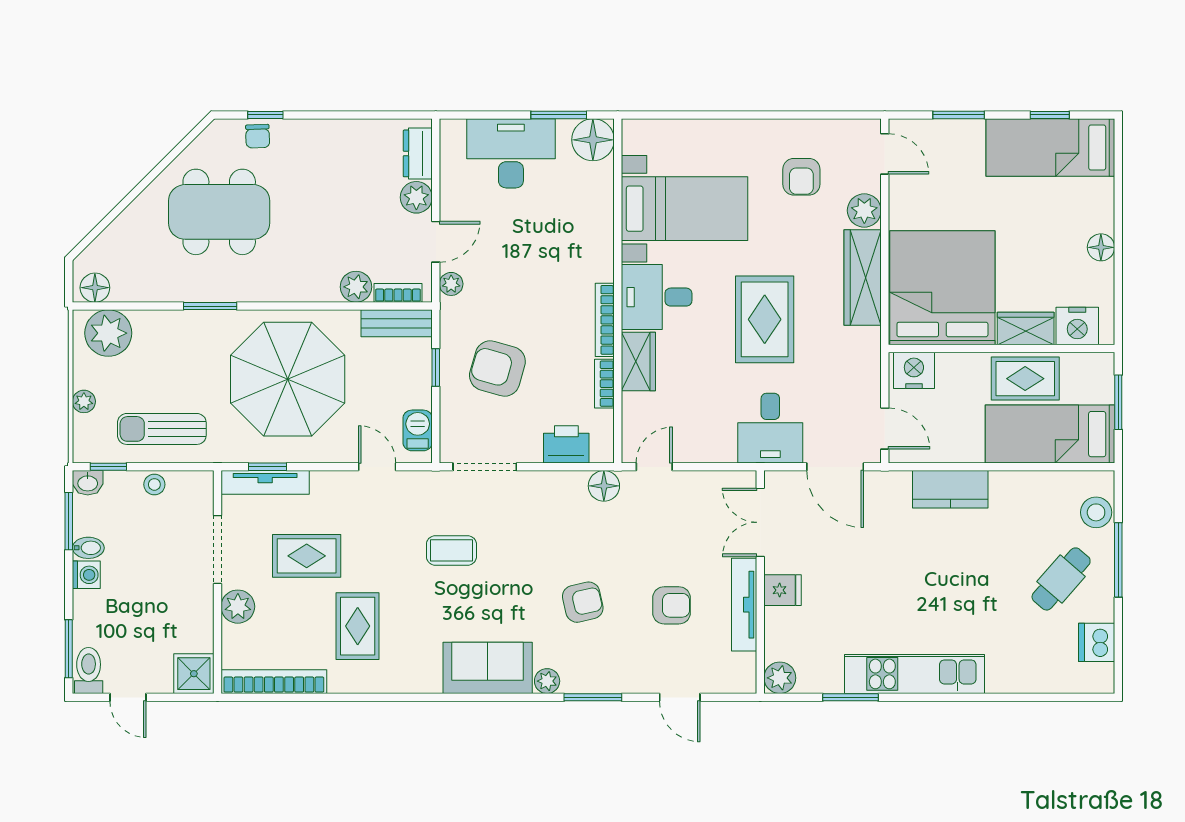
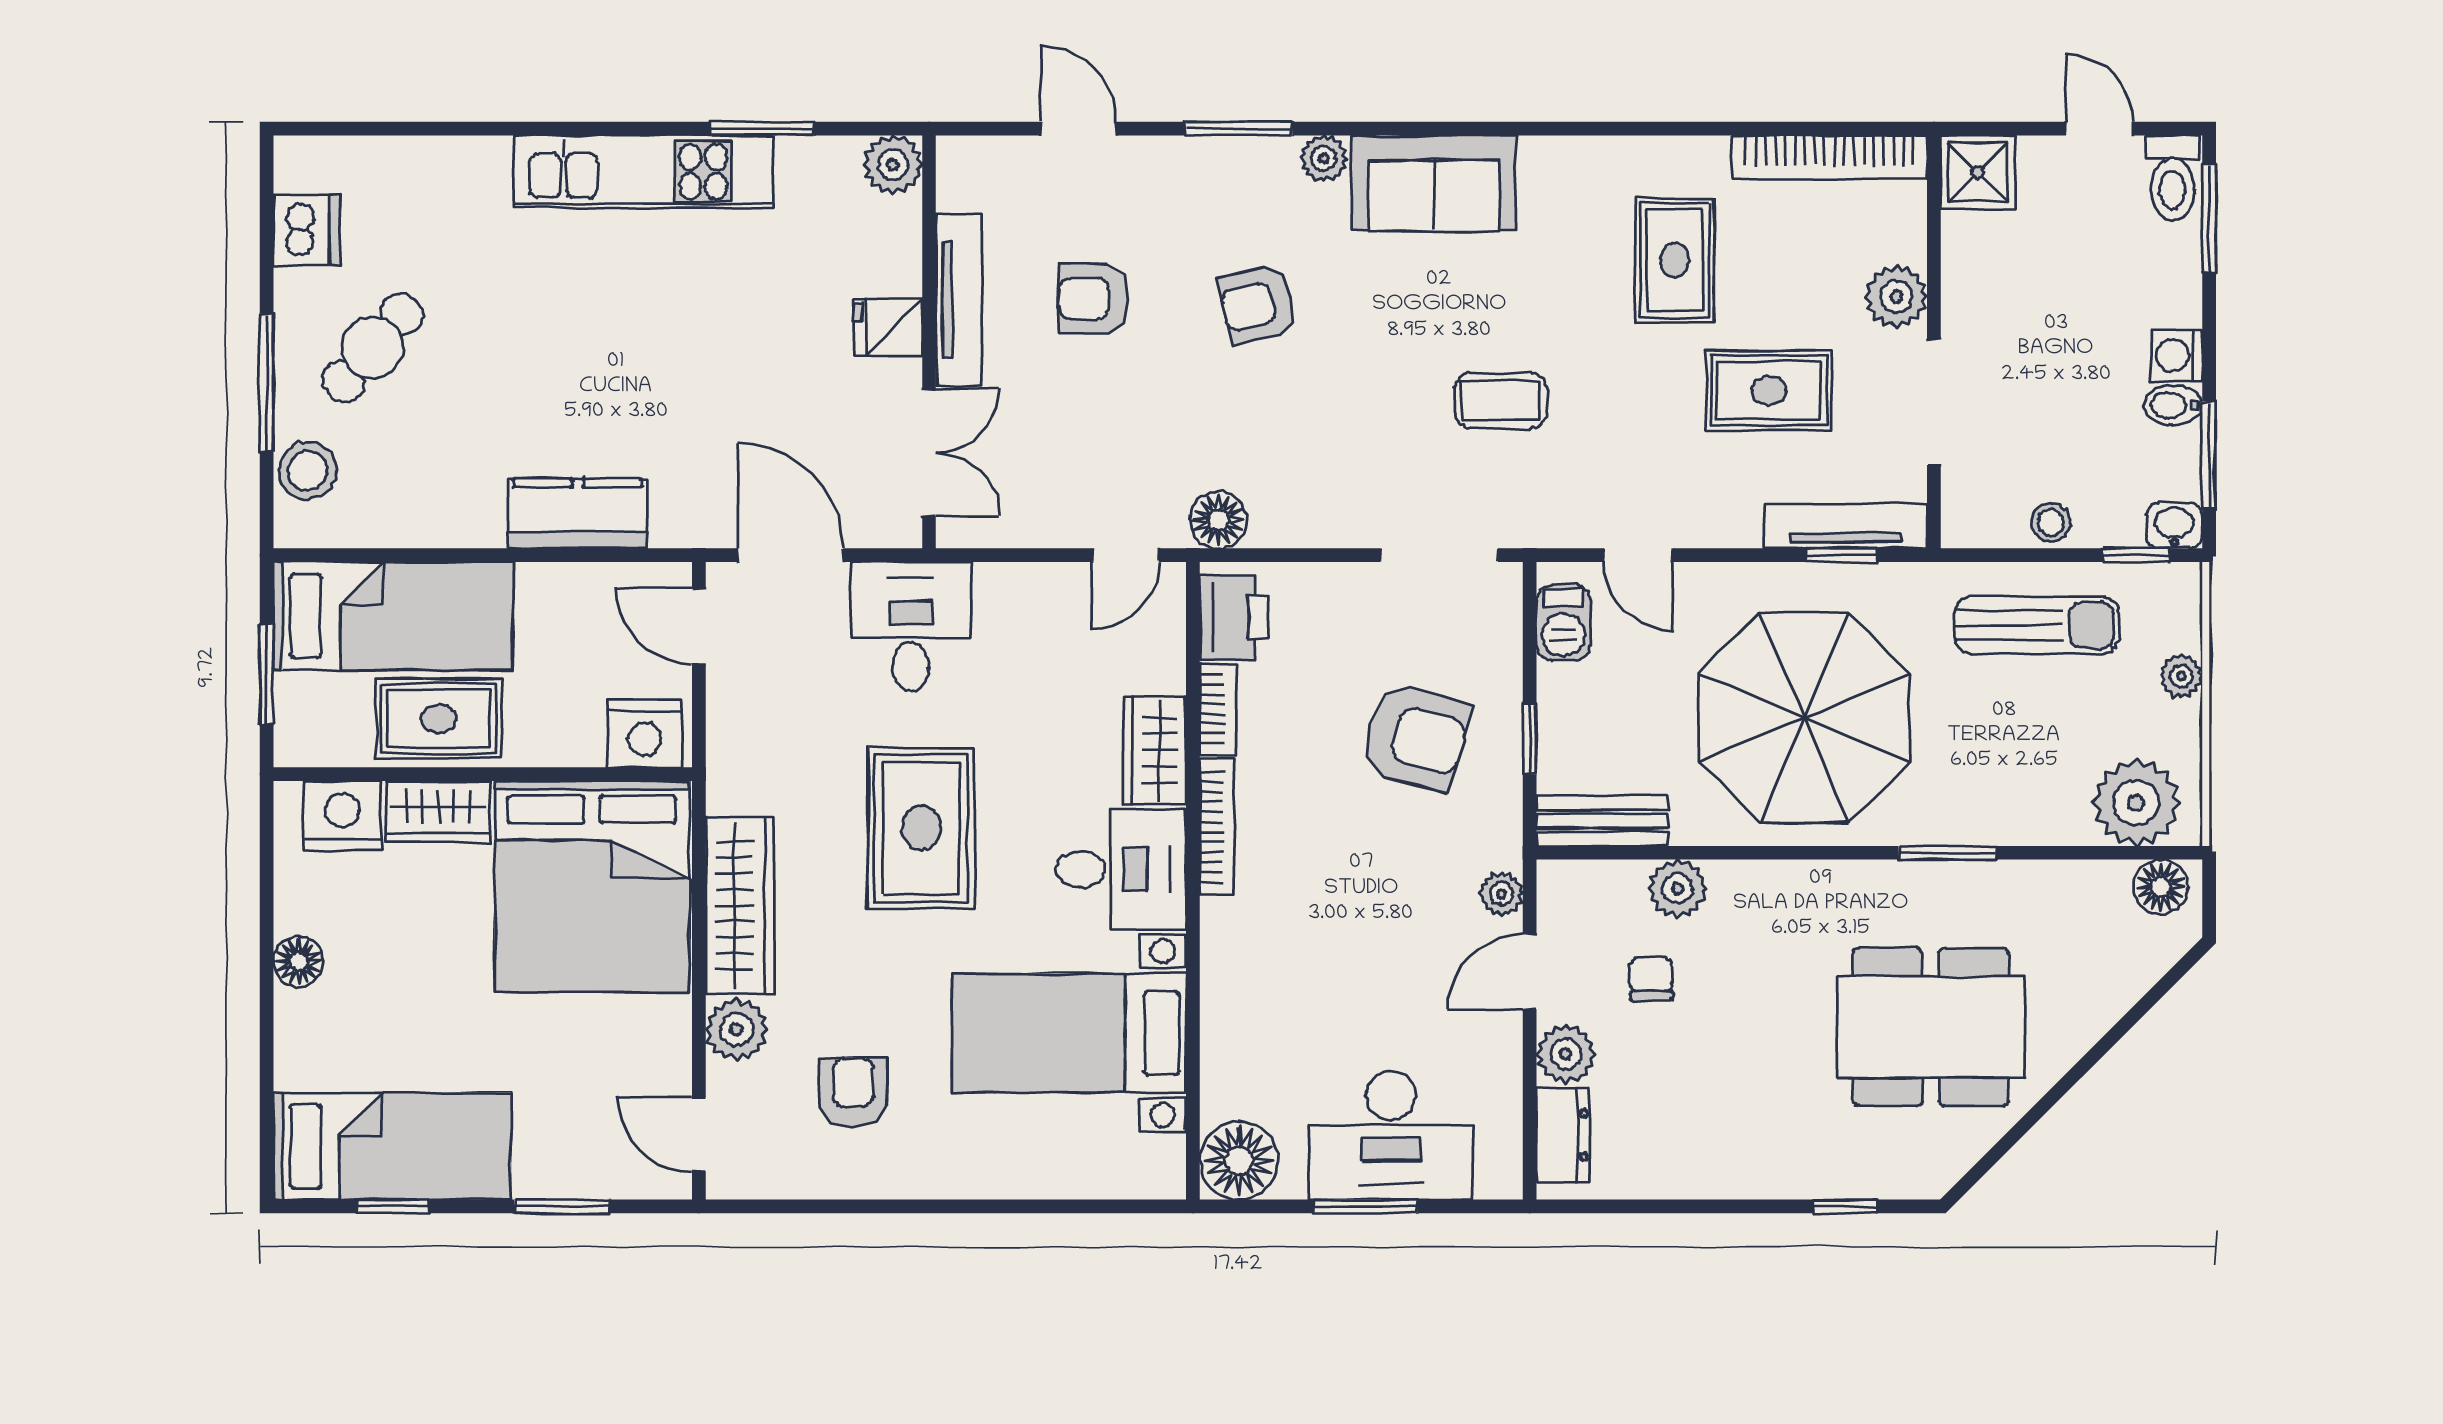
window: (559, 115) -> (1365, 1206), moved
chair: (258, 136) -> (1651, 979), moved
bookcase: (398, 293) -> (1600, 877), removed
printer: (566, 444) -> (1234, 617), moved, turned -90

